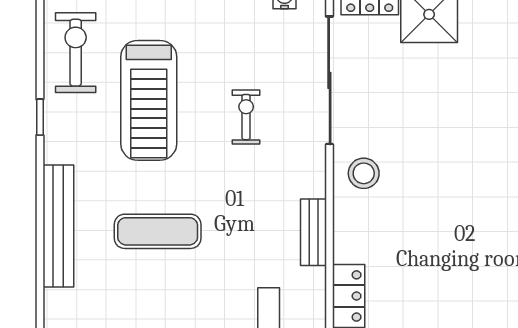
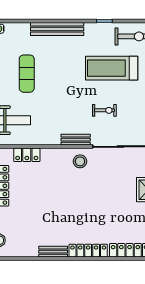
exercise mat: (158, 231) -> (27, 74), moved
bench: (314, 232) -> (76, 140), moved

